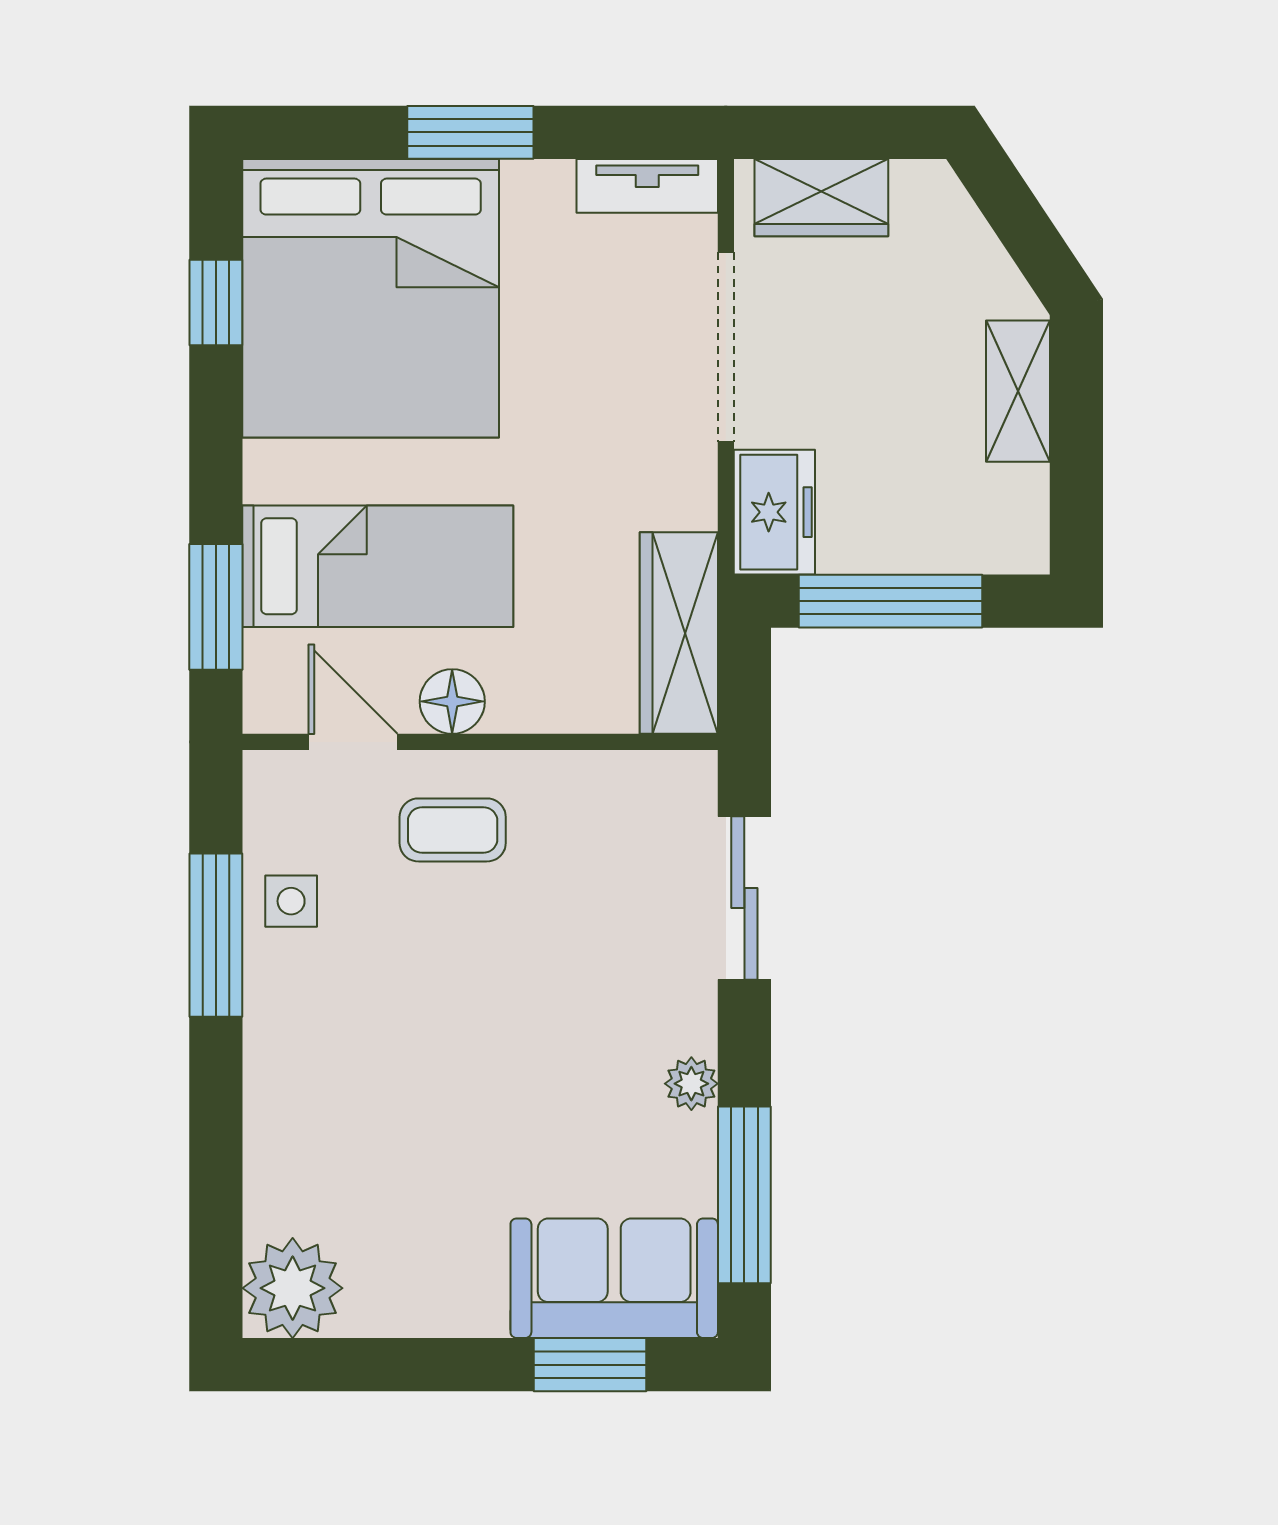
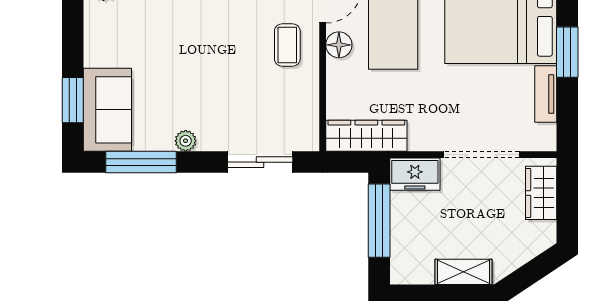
tv unit: (647, 186) -> (546, 94), moved

